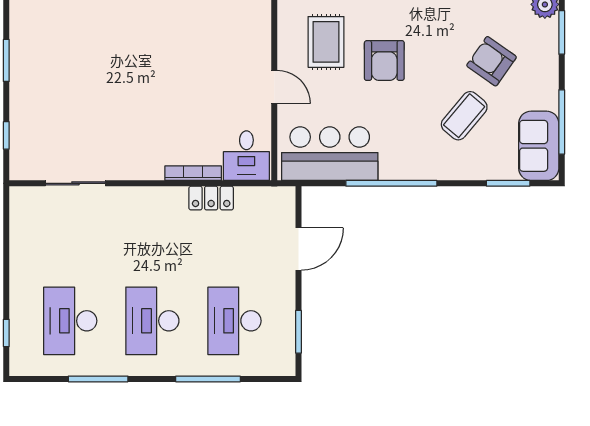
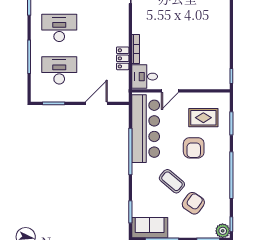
armchair: (384, 61) -> (194, 148), turned -90
door: (274, 87) -> (170, 91), moved
coffee table: (464, 116) -> (172, 181), moved
bar counter: (330, 154) -> (146, 129), width x1.36
door: (298, 249) -> (96, 103), swing flipped

